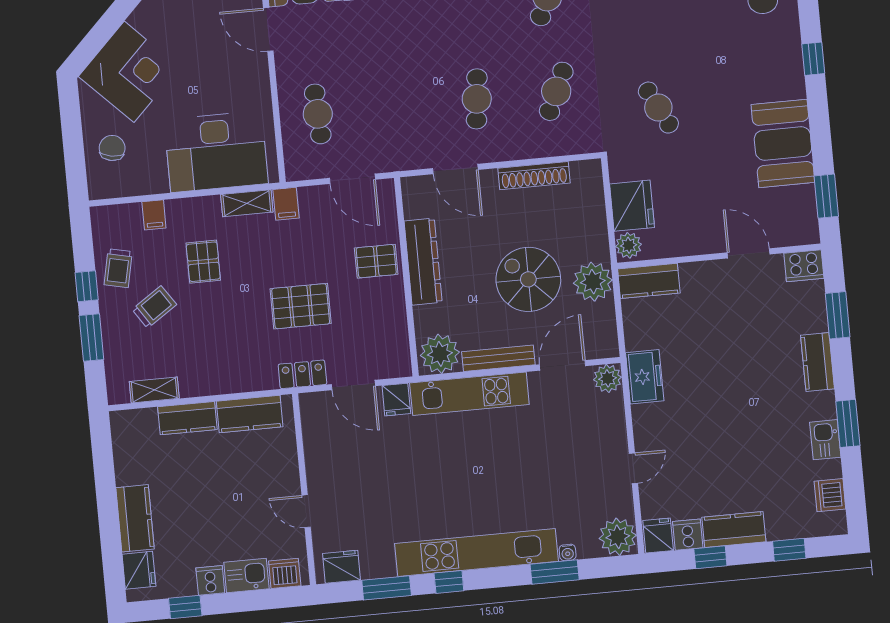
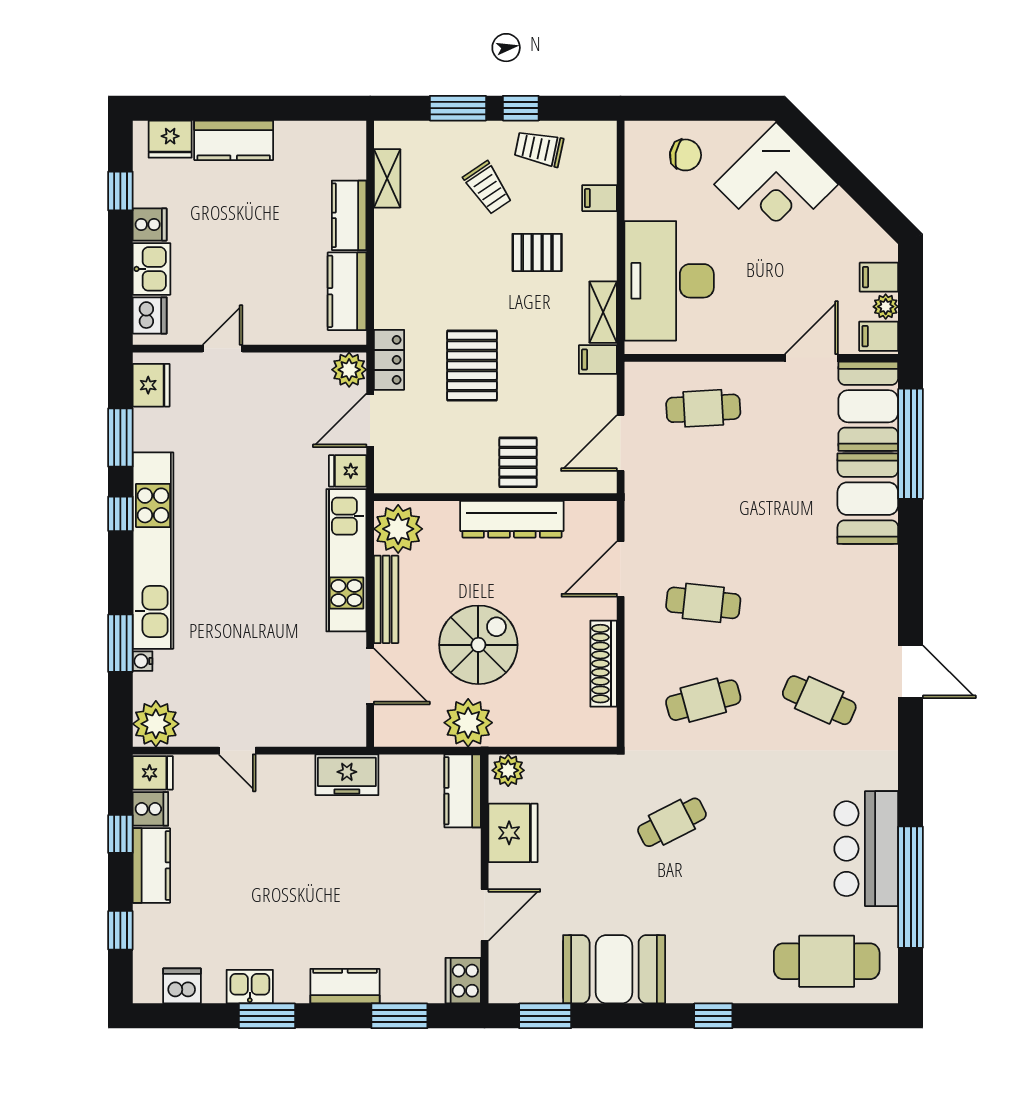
cafe table: (556, 91) -> (703, 700), turned -39
fridge: (632, 206) -> (513, 833), moved, turned -90
plant: (608, 378) -> (349, 370), moved

